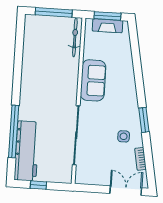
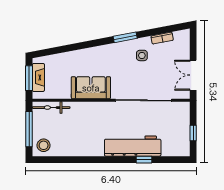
stool: (36, 27) -> (44, 145), added
window: (14, 132) -> (144, 160), width x0.32
workbench: (27, 151) -> (133, 146), moved
double door: (126, 191) -> (193, 75), moved

